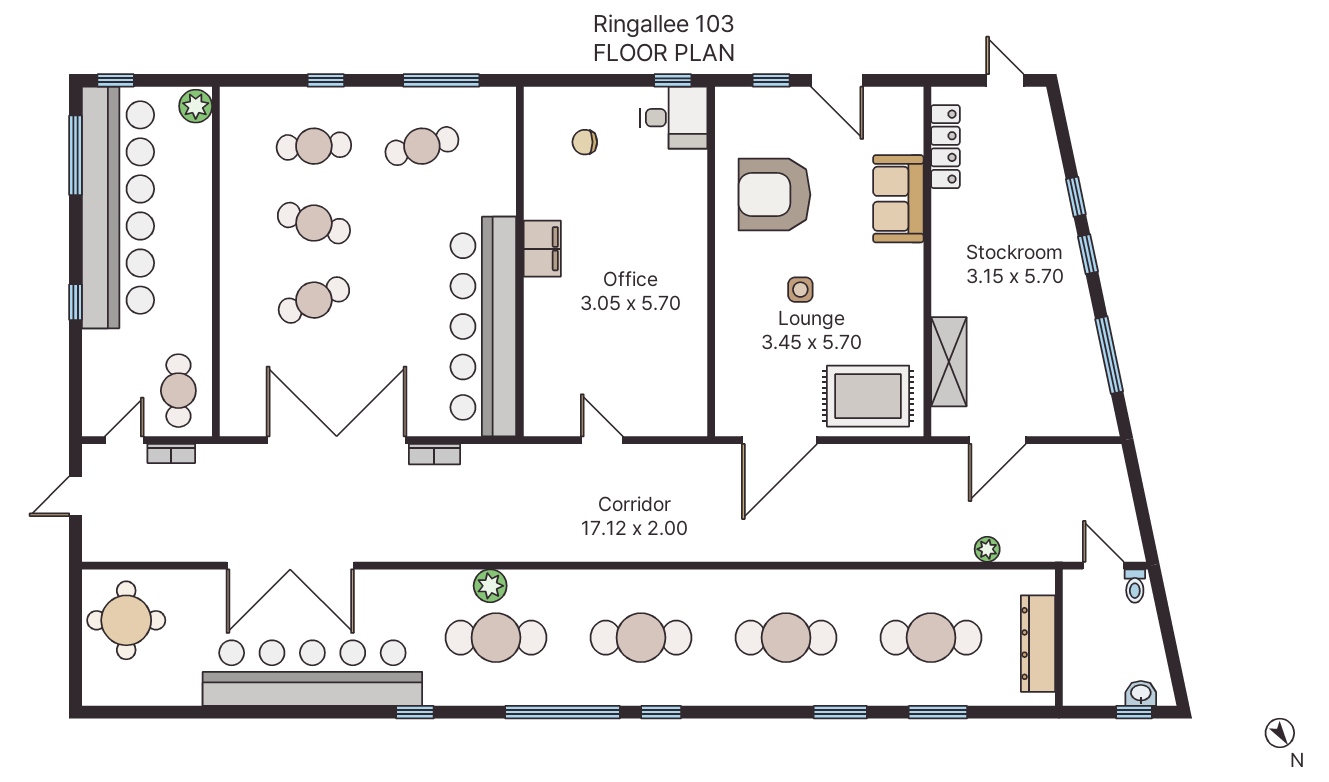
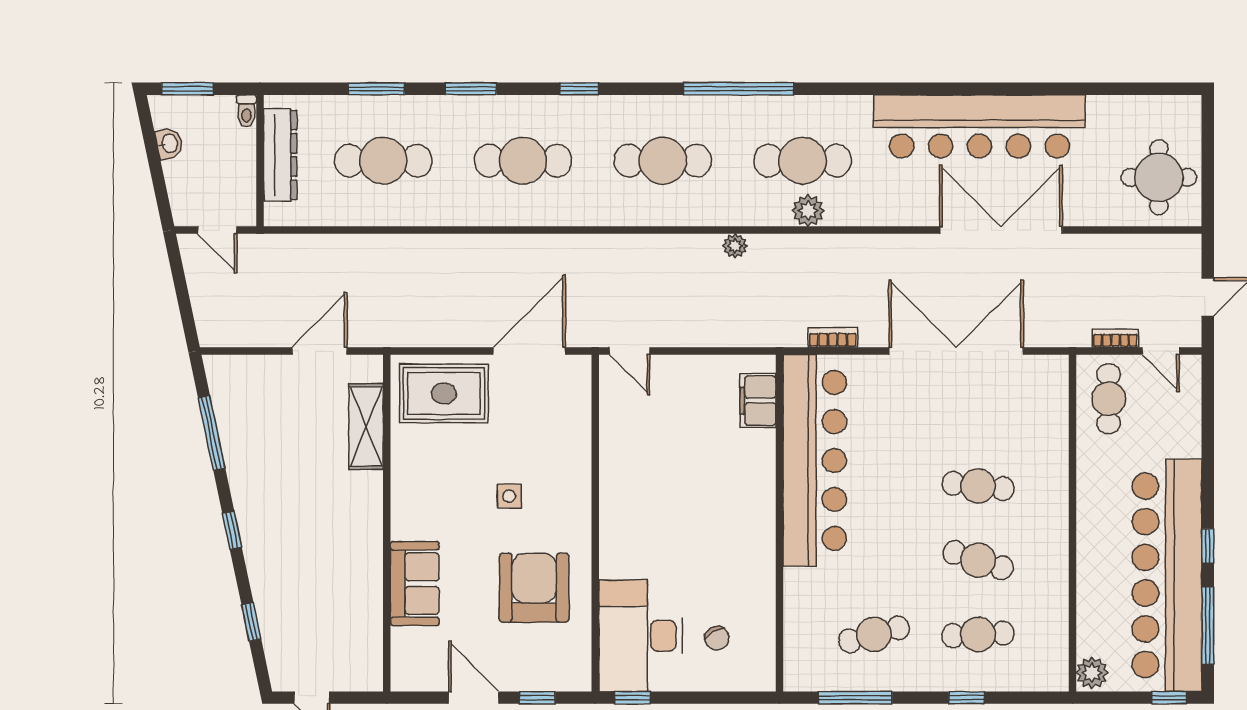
desk: (674, 118) -> (641, 636), width x1.87, depth x1.30
chair: (585, 142) -> (717, 638), turned 61
locker: (945, 147) -> (369, 634), removed
armchair: (774, 195) -> (534, 588), turned -90
window: (1076, 197) -> (251, 622), moved
filing cabinet: (542, 249) -> (758, 401), moved
cafe table: (314, 300) -> (978, 486), turned 30
window: (76, 302) -> (1208, 546), moved
door: (124, 440) -> (1161, 351), hinge flipped
double door: (337, 440) -> (956, 351), swing flipped
door: (602, 440) -> (629, 351), moved
bookcase: (434, 454) -> (833, 337), moved
plant: (987, 549) -> (735, 246), moved
toilet: (1135, 586) -> (246, 111), moved, turned 180
washbasin: (1141, 693) -> (169, 144), moved, turned -102
window: (415, 712) -> (881, 89), removed
window: (661, 712) -> (579, 89), moved
window: (1134, 712) -> (188, 89), width x1.50

